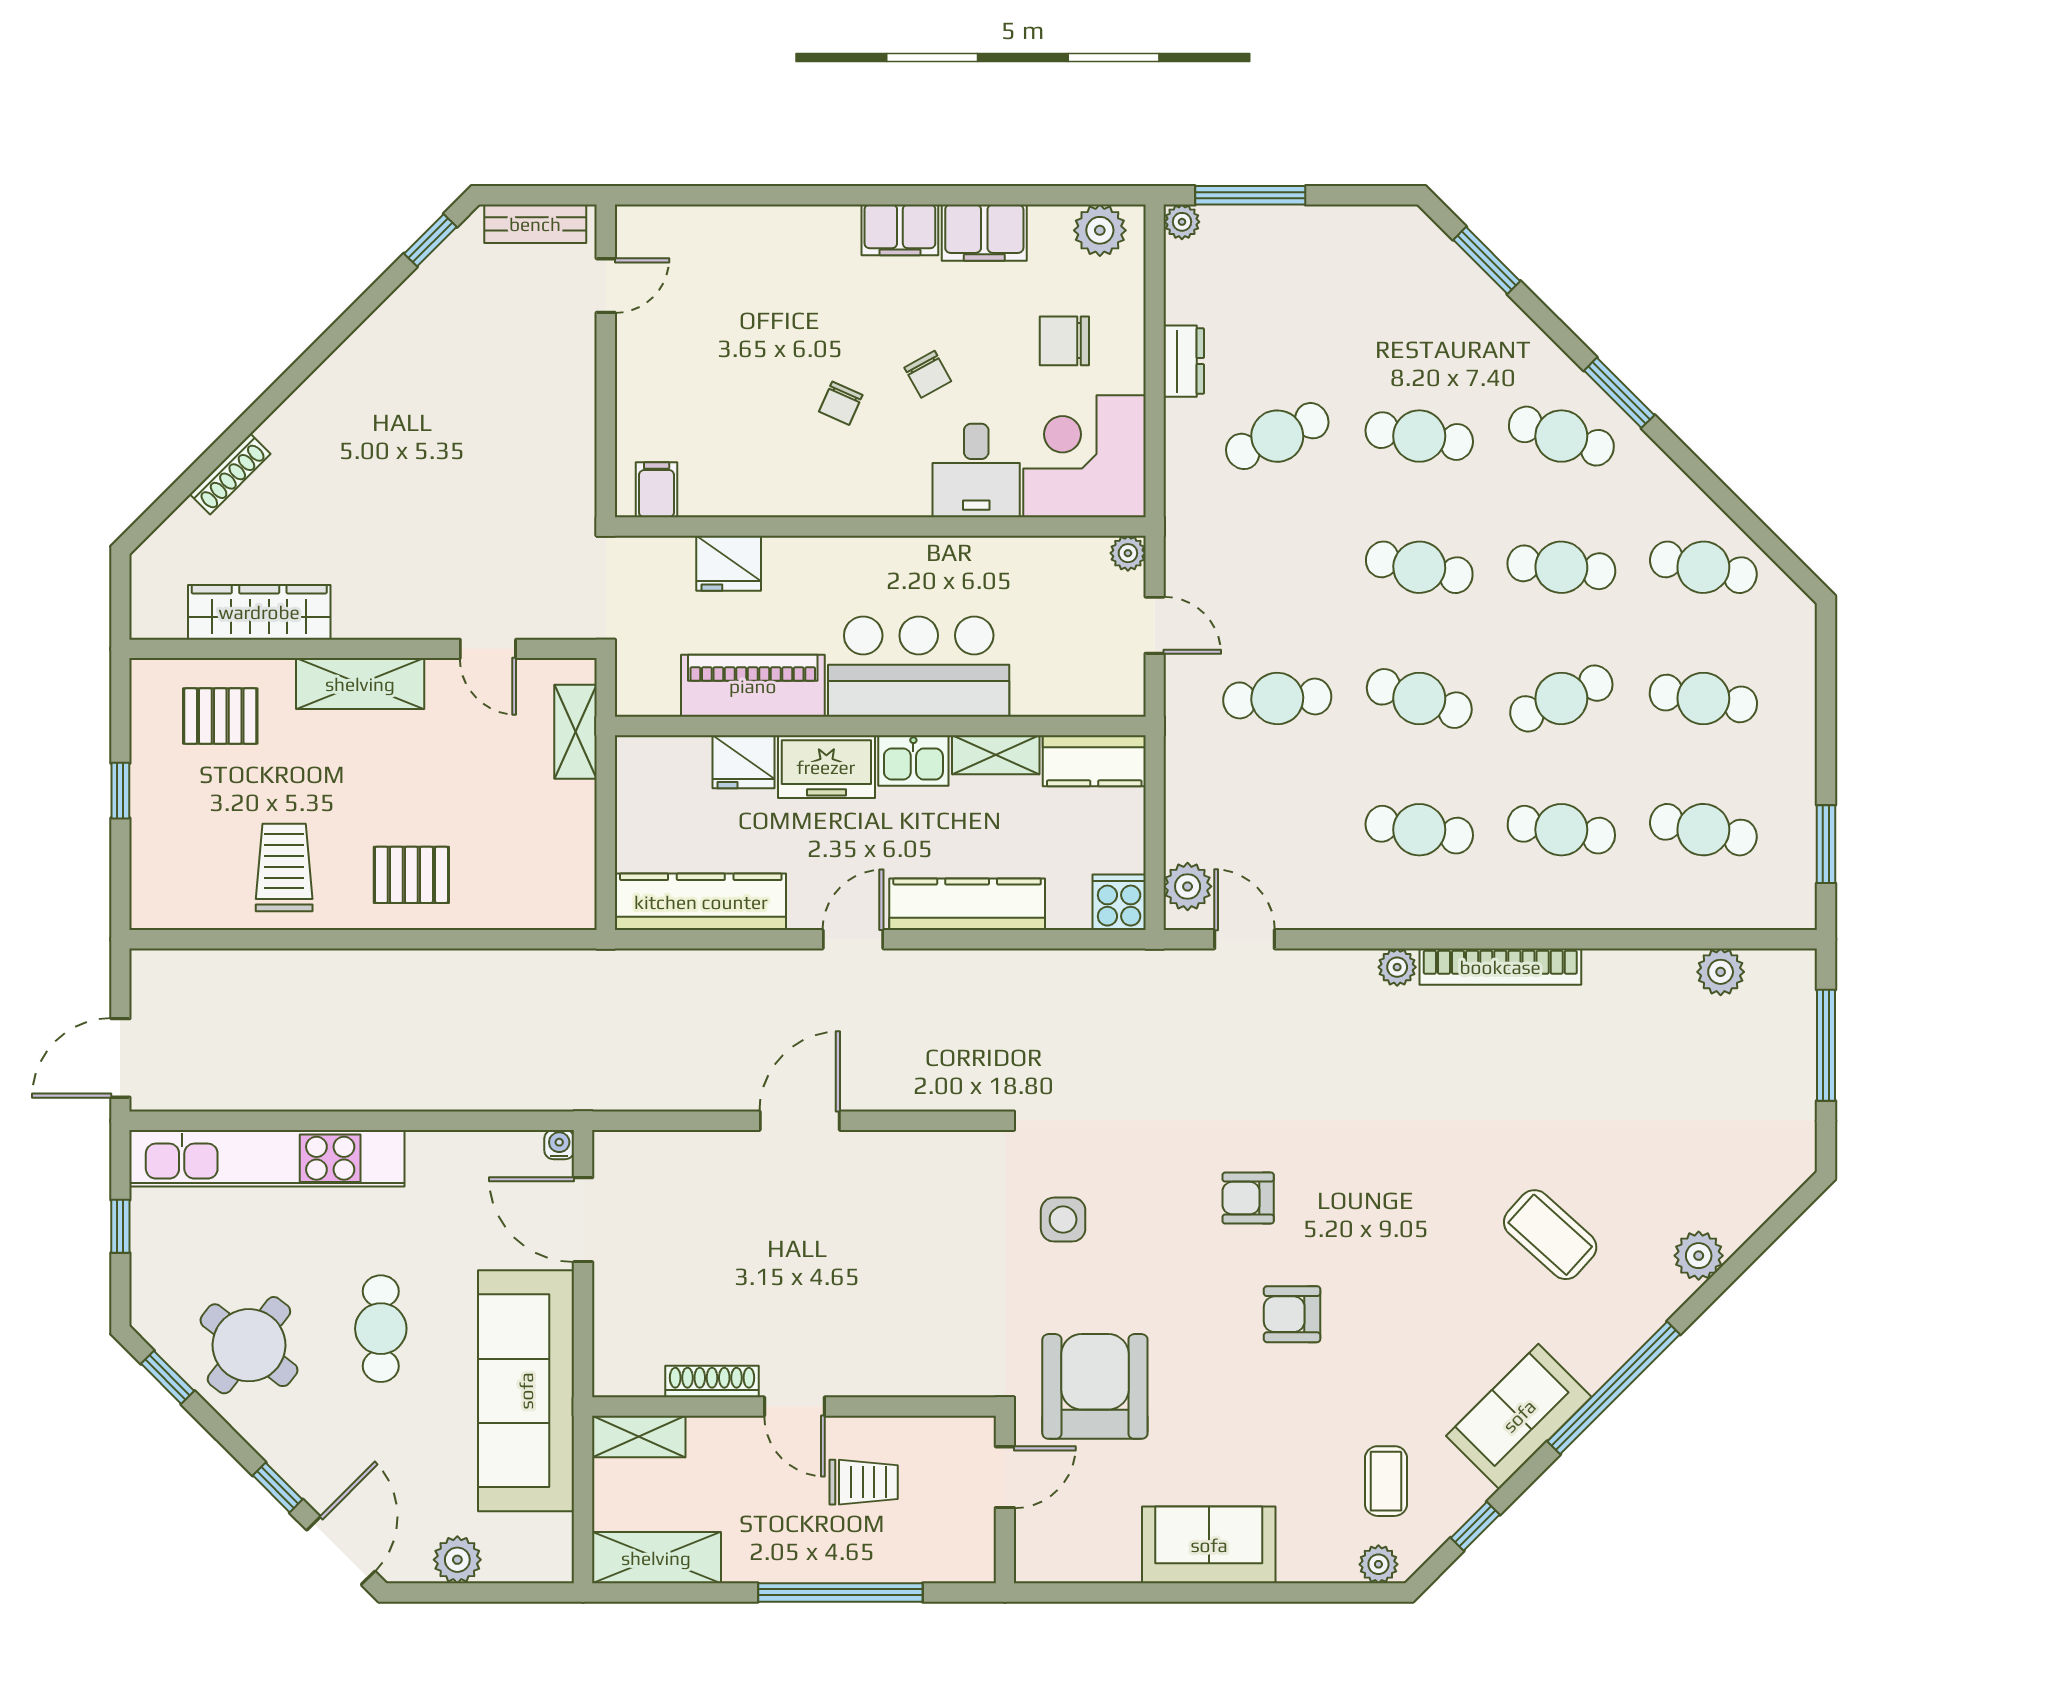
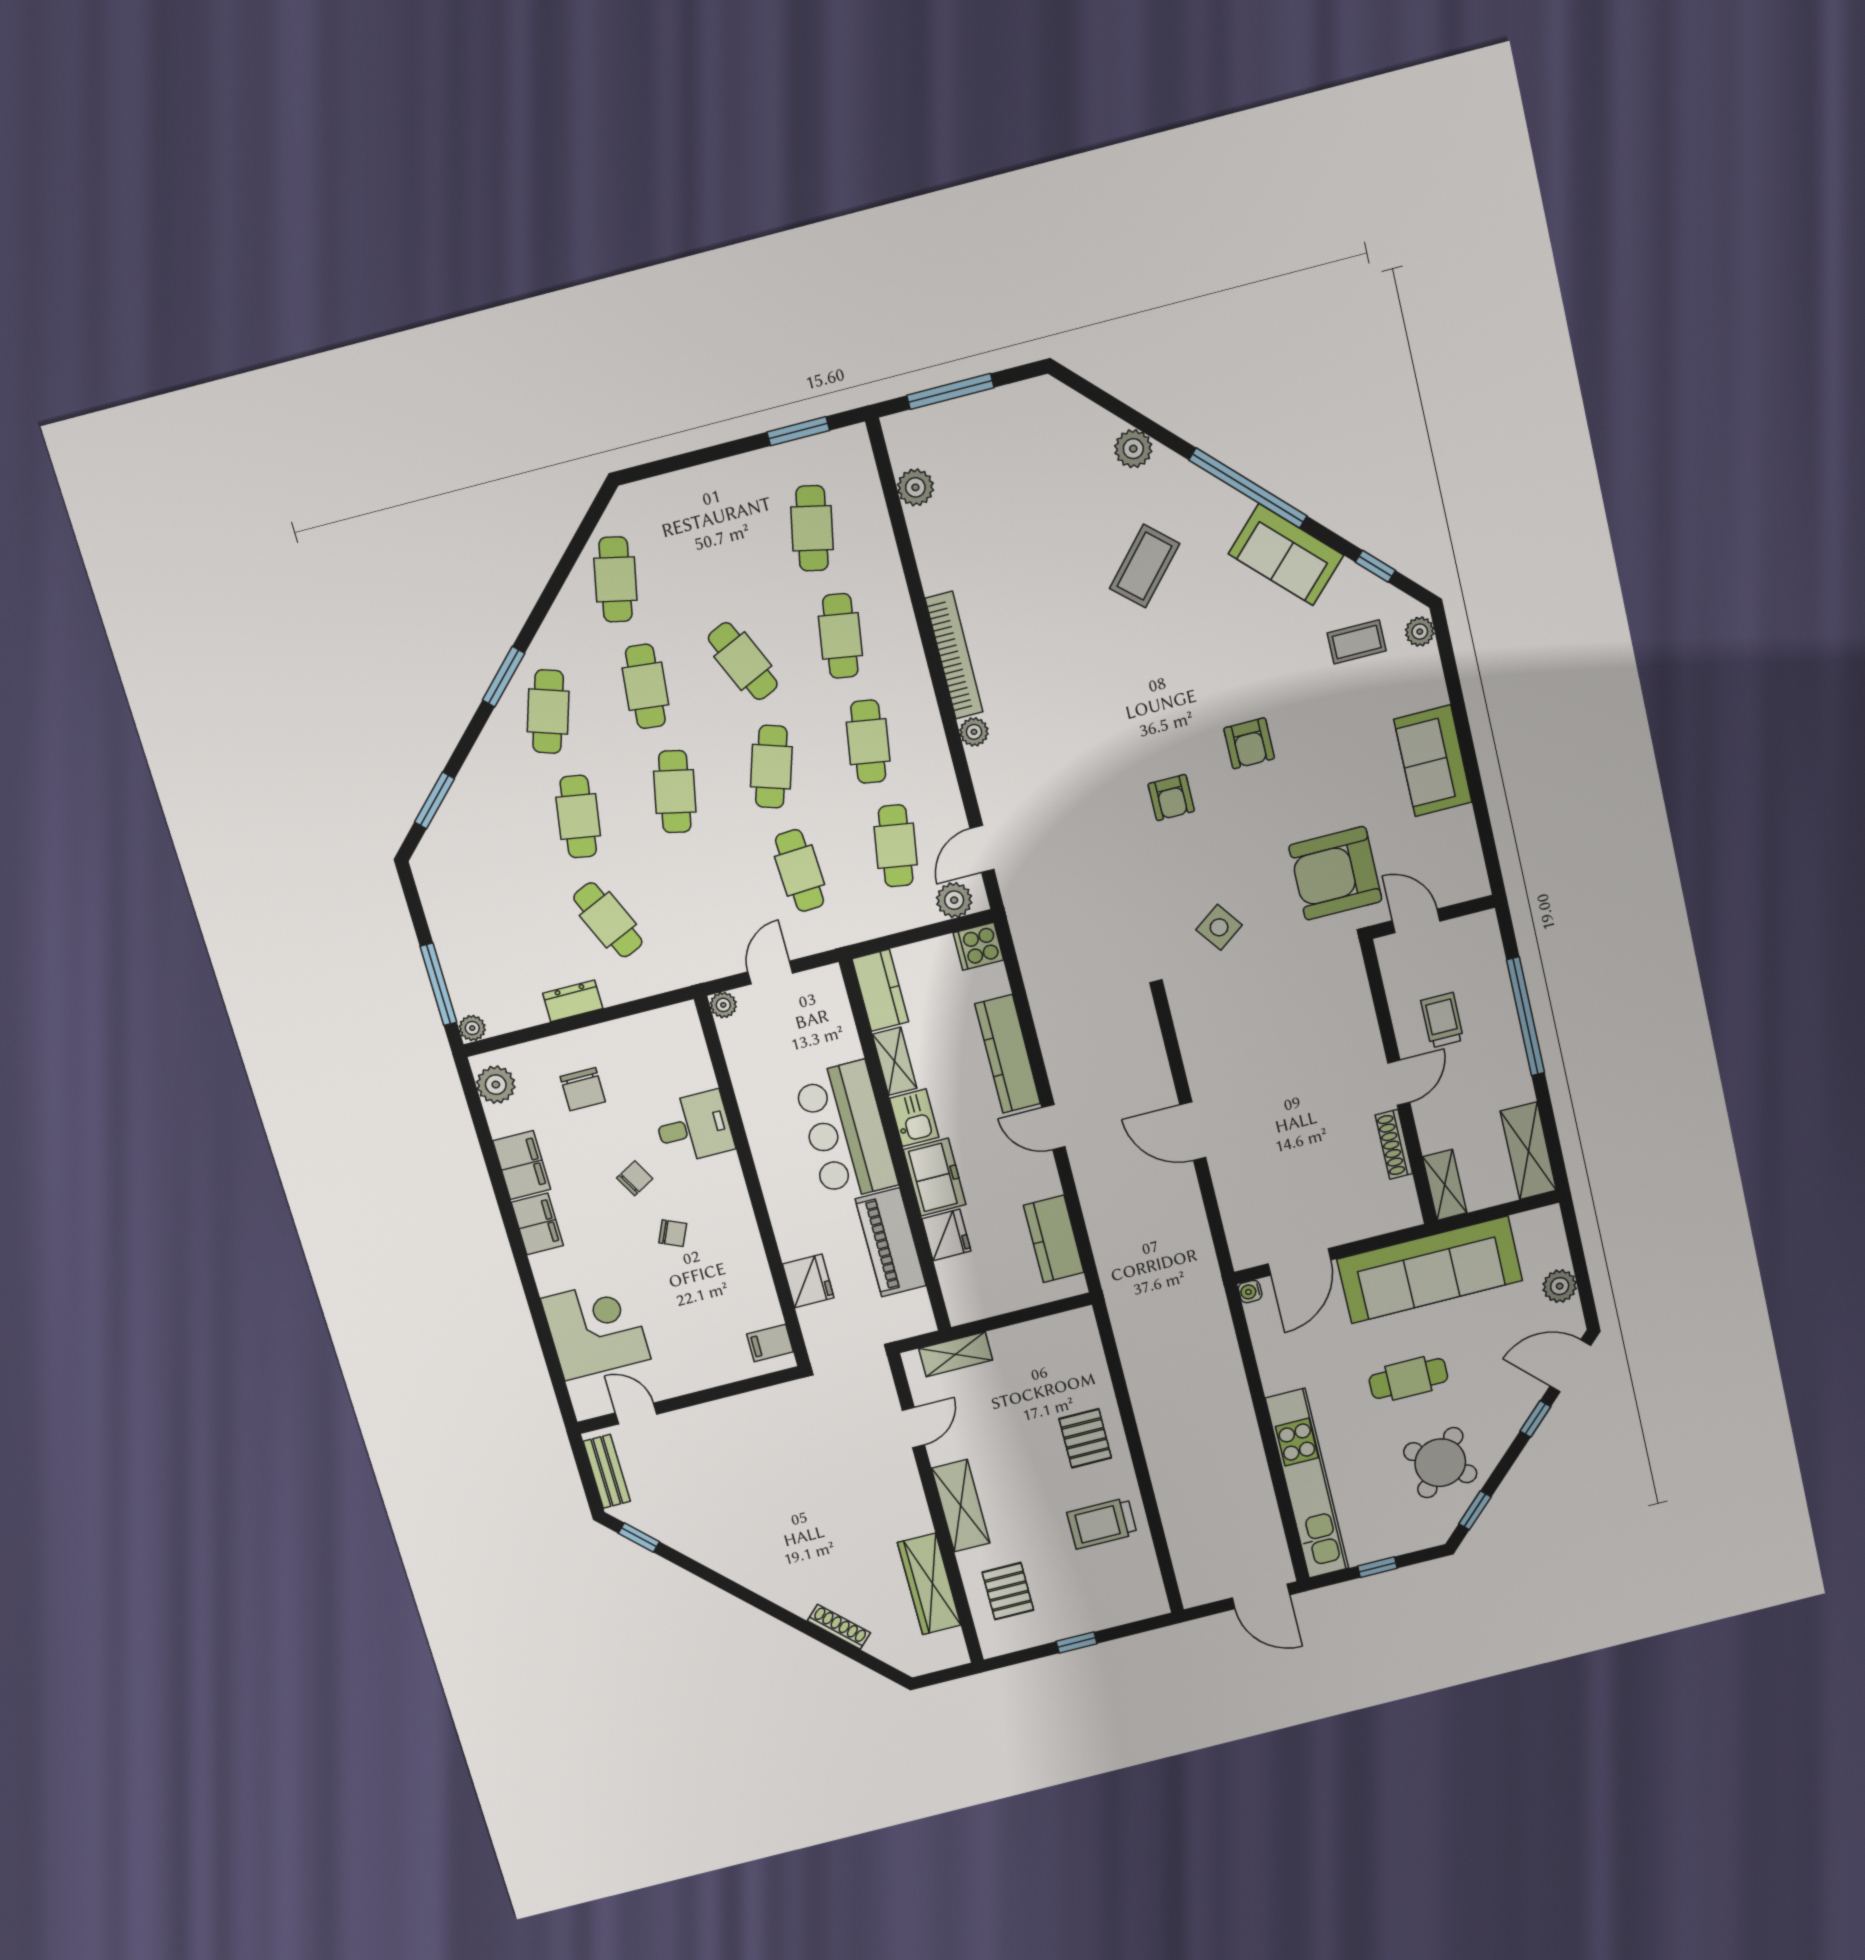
corner desk: (1084, 456) -> (596, 1329), moved, turned 180
cafe table: (1703, 698) -> (896, 846), moved
kitchen counter: (701, 902) -> (1054, 1239), width x0.67
side table: (1063, 1220) -> (1219, 927), turned -36

